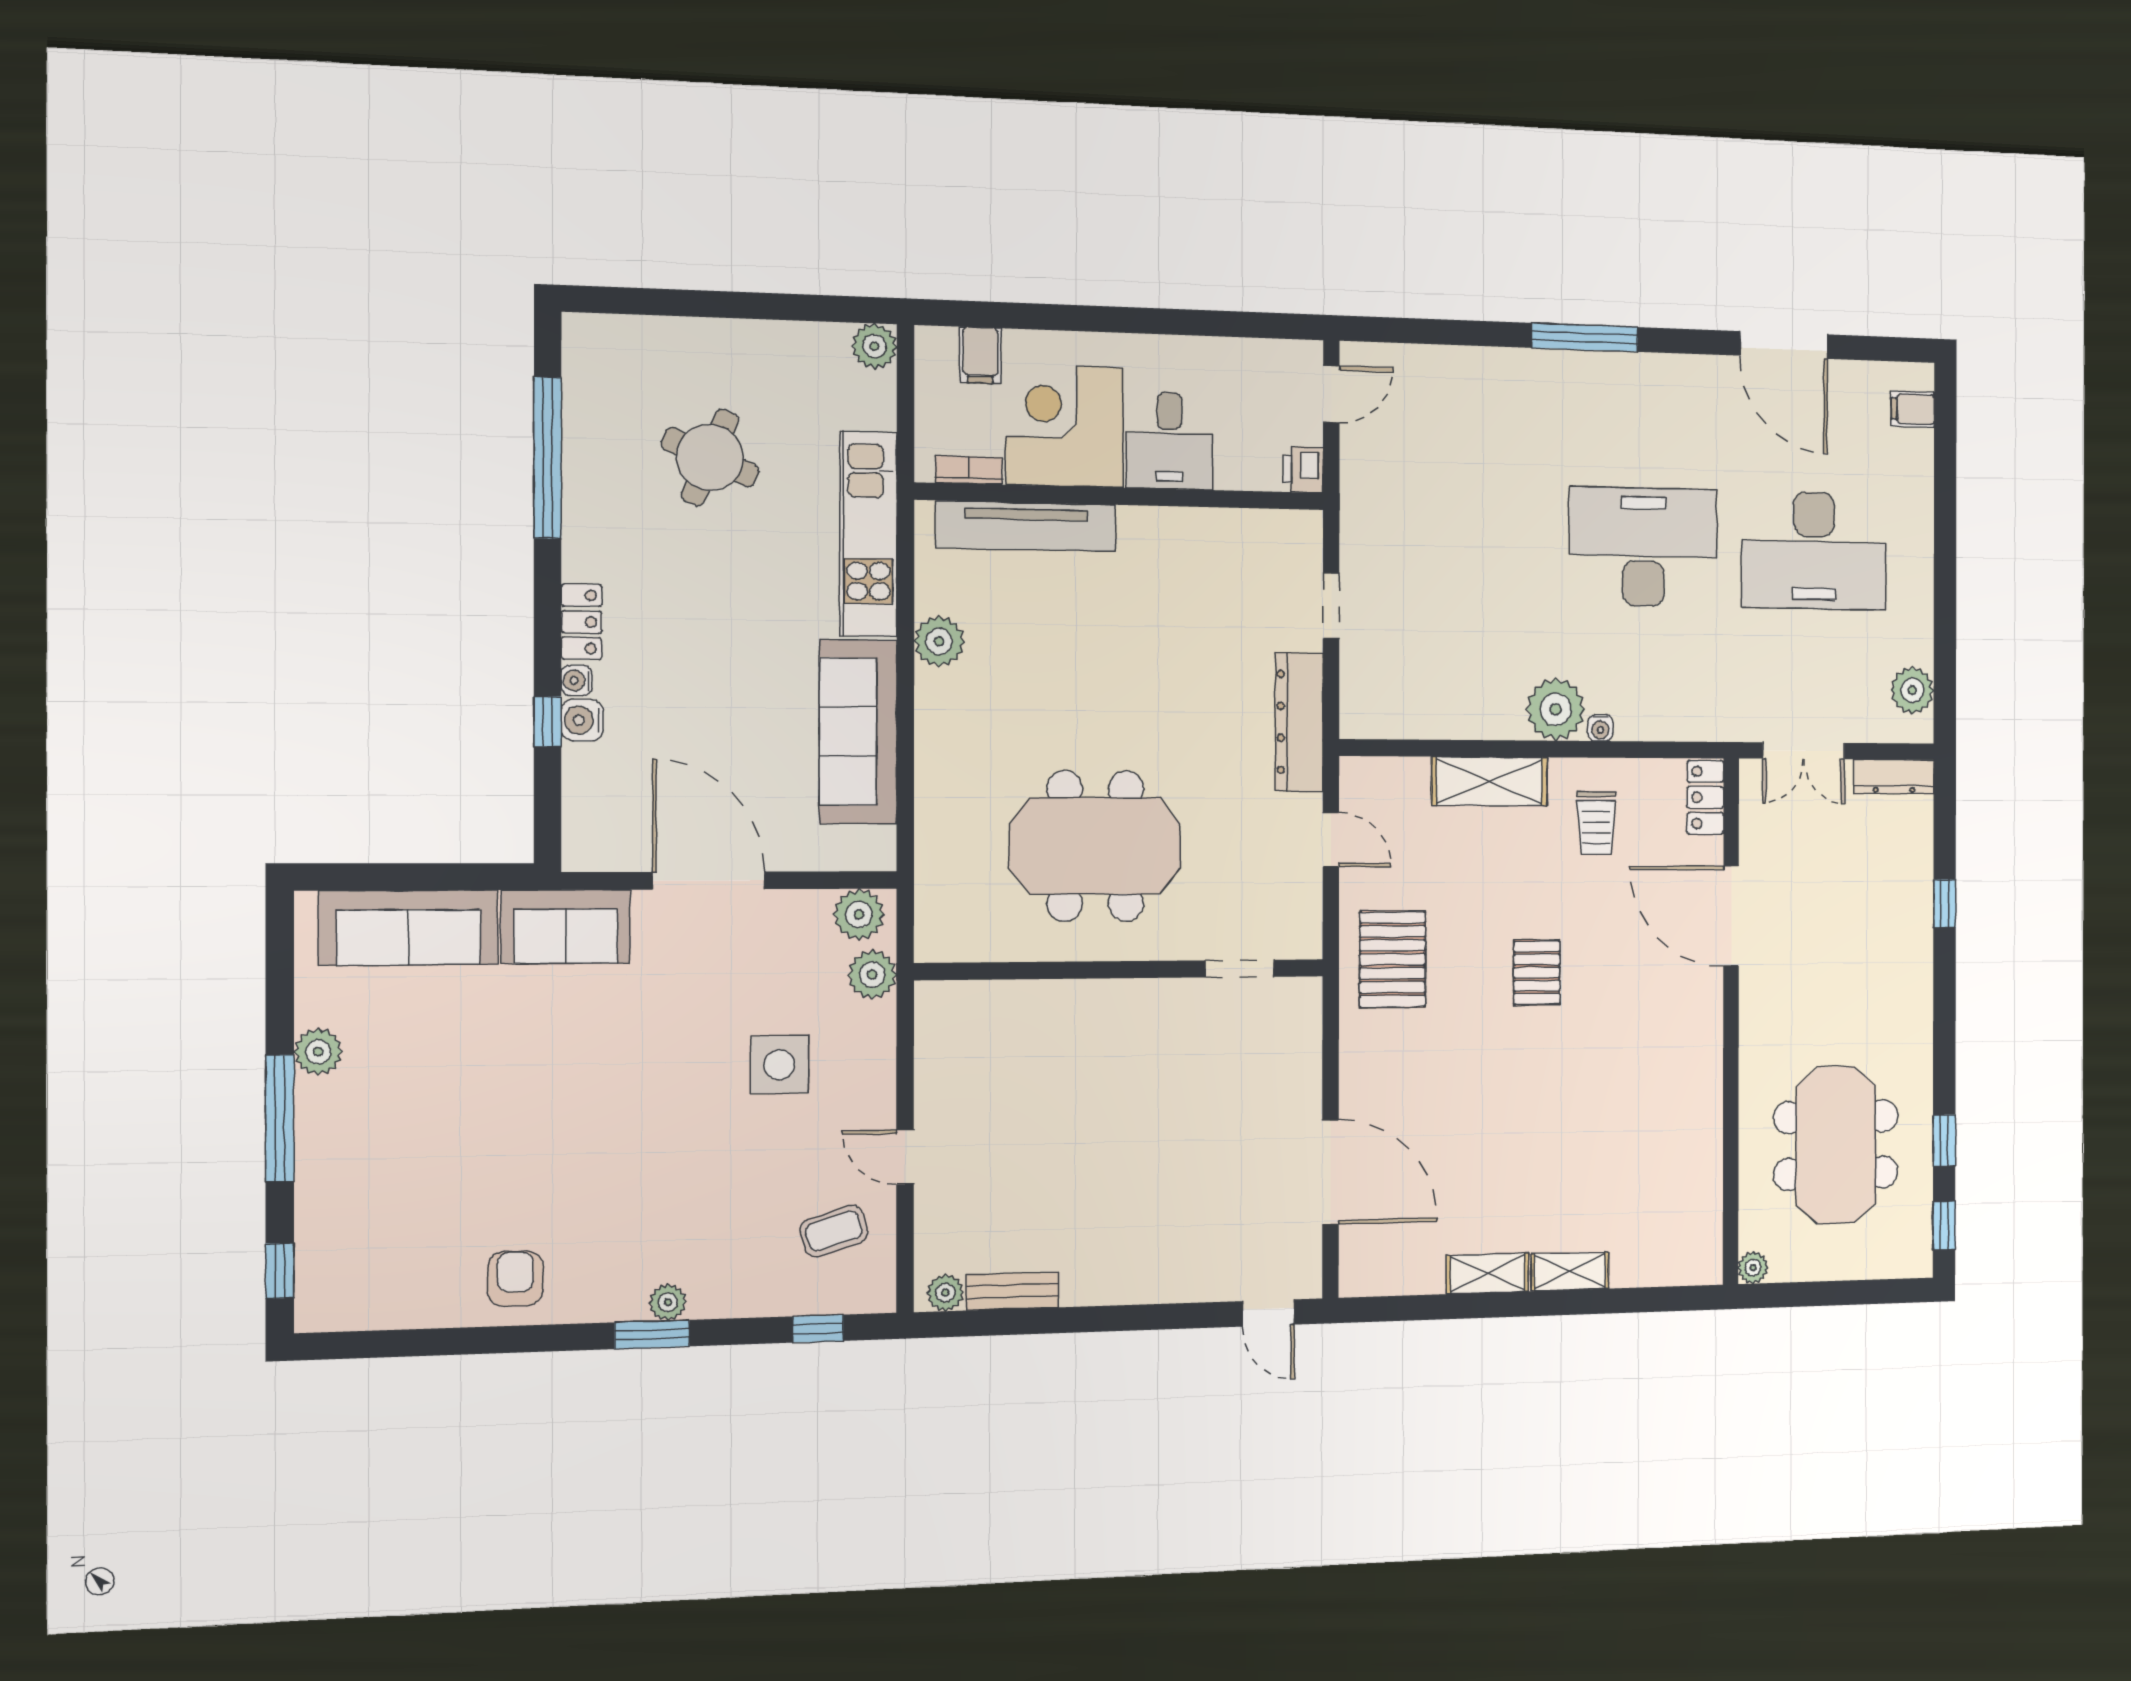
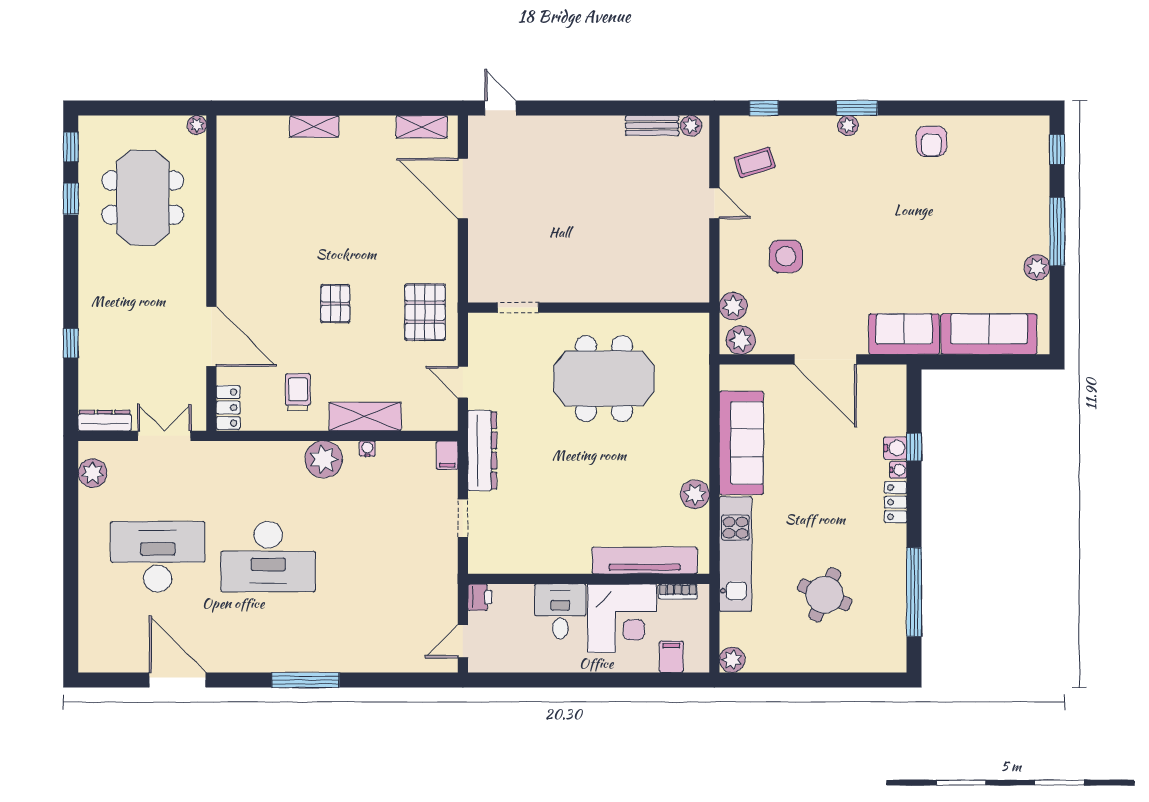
filing cabinet: (1913, 409) -> (447, 455), moved, turned 90
water cooler: (1600, 728) -> (367, 449), moved
shelving: (1488, 1273) -> (422, 127), moved

